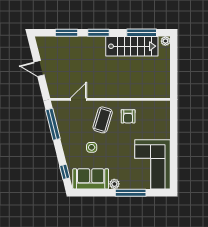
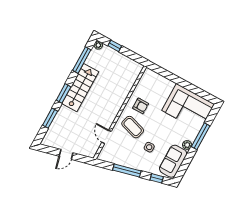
stairs: (132, 46) -> (80, 88), moved
window: (174, 58) -> (115, 46), added
window: (53, 124) -> (127, 170), moved

